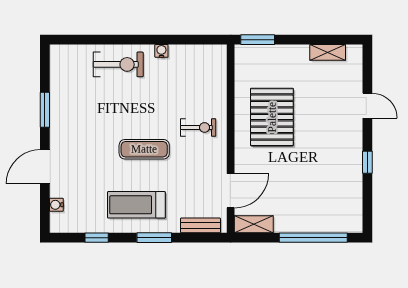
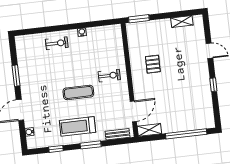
exercise bike: (118, 64) -> (57, 43), width x0.73, depth x0.72
pallet: (272, 117) -> (153, 64), width x0.49, depth x0.50

